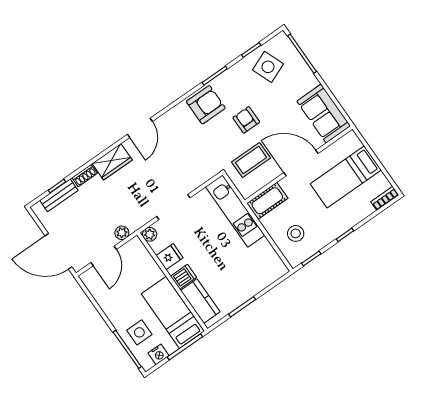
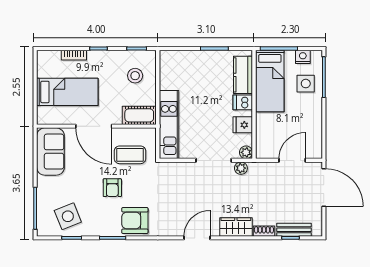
bookcase: (385, 198) -> (74, 55), moved
plant: (122, 233) -> (241, 168), moved

